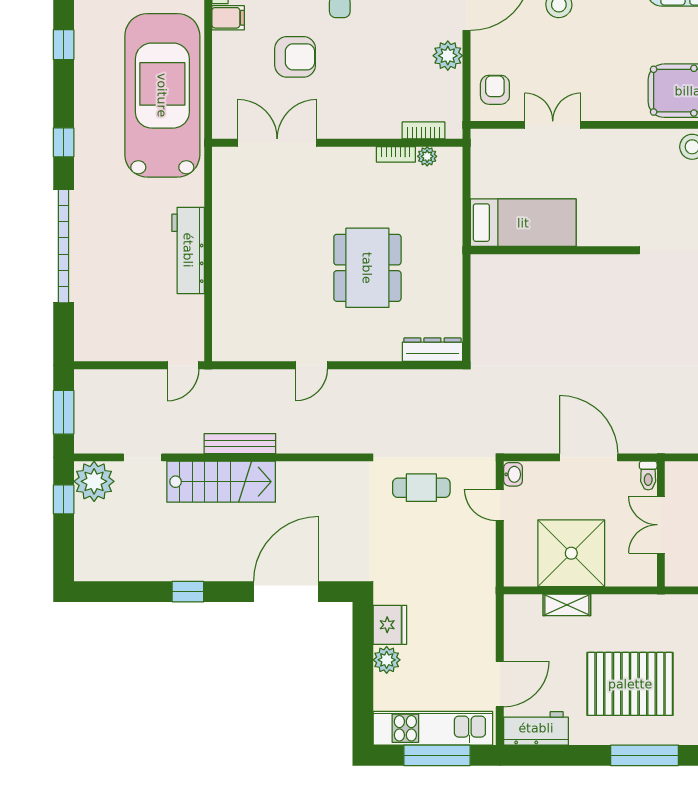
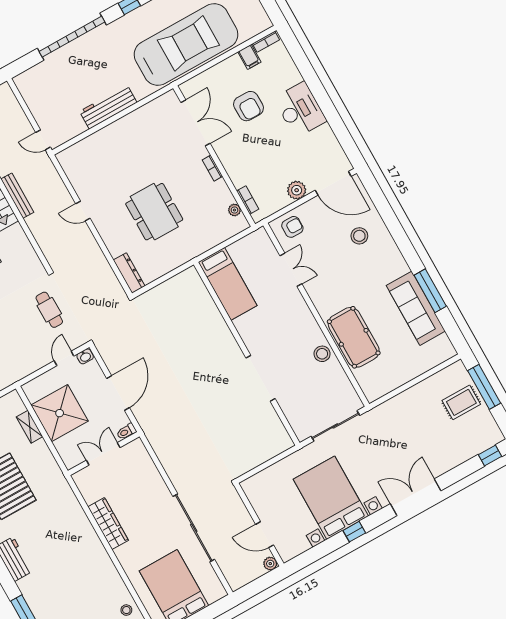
bookcase: (396, 154) -> (212, 168), moved
dining table: (367, 268) -> (154, 212), turned 90

